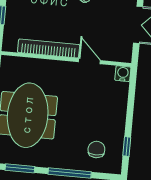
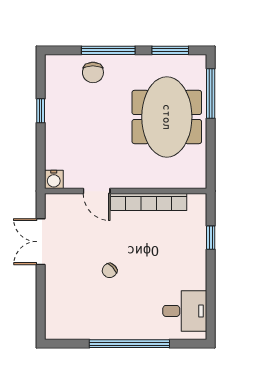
window: (127, 147) -> (41, 111), moved
chair: (96, 149) -> (93, 72), moved

